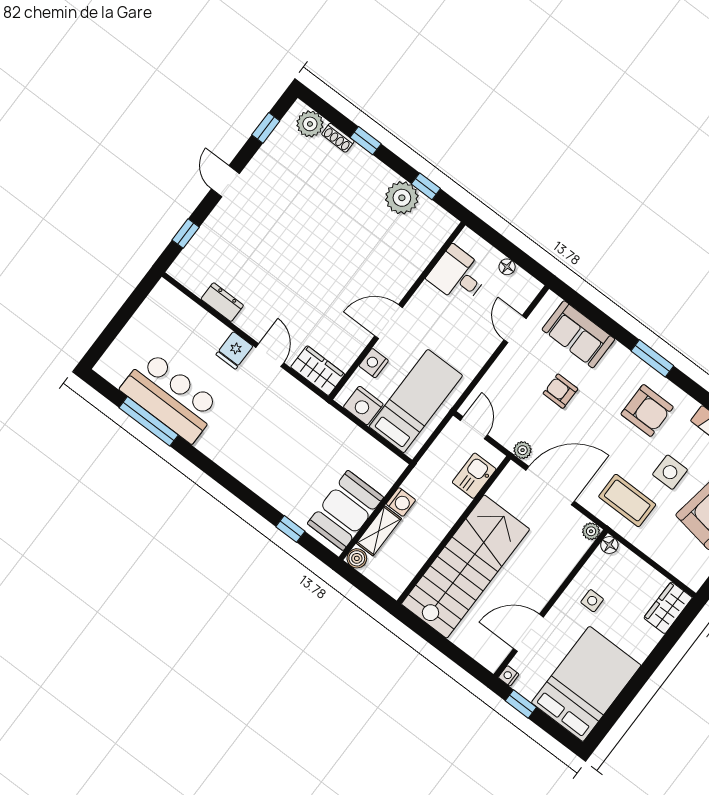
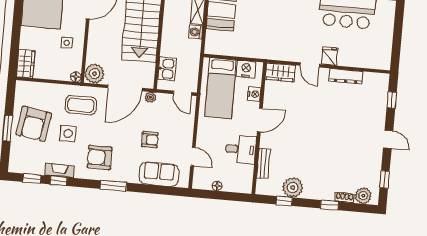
bench: (422, 258) -> (263, 163), added
desk: (458, 275) -> (241, 149), moved
dresser: (222, 302) -> (346, 76), width x1.44
plant: (591, 531) -> (94, 74), width x1.87, depth x1.87

